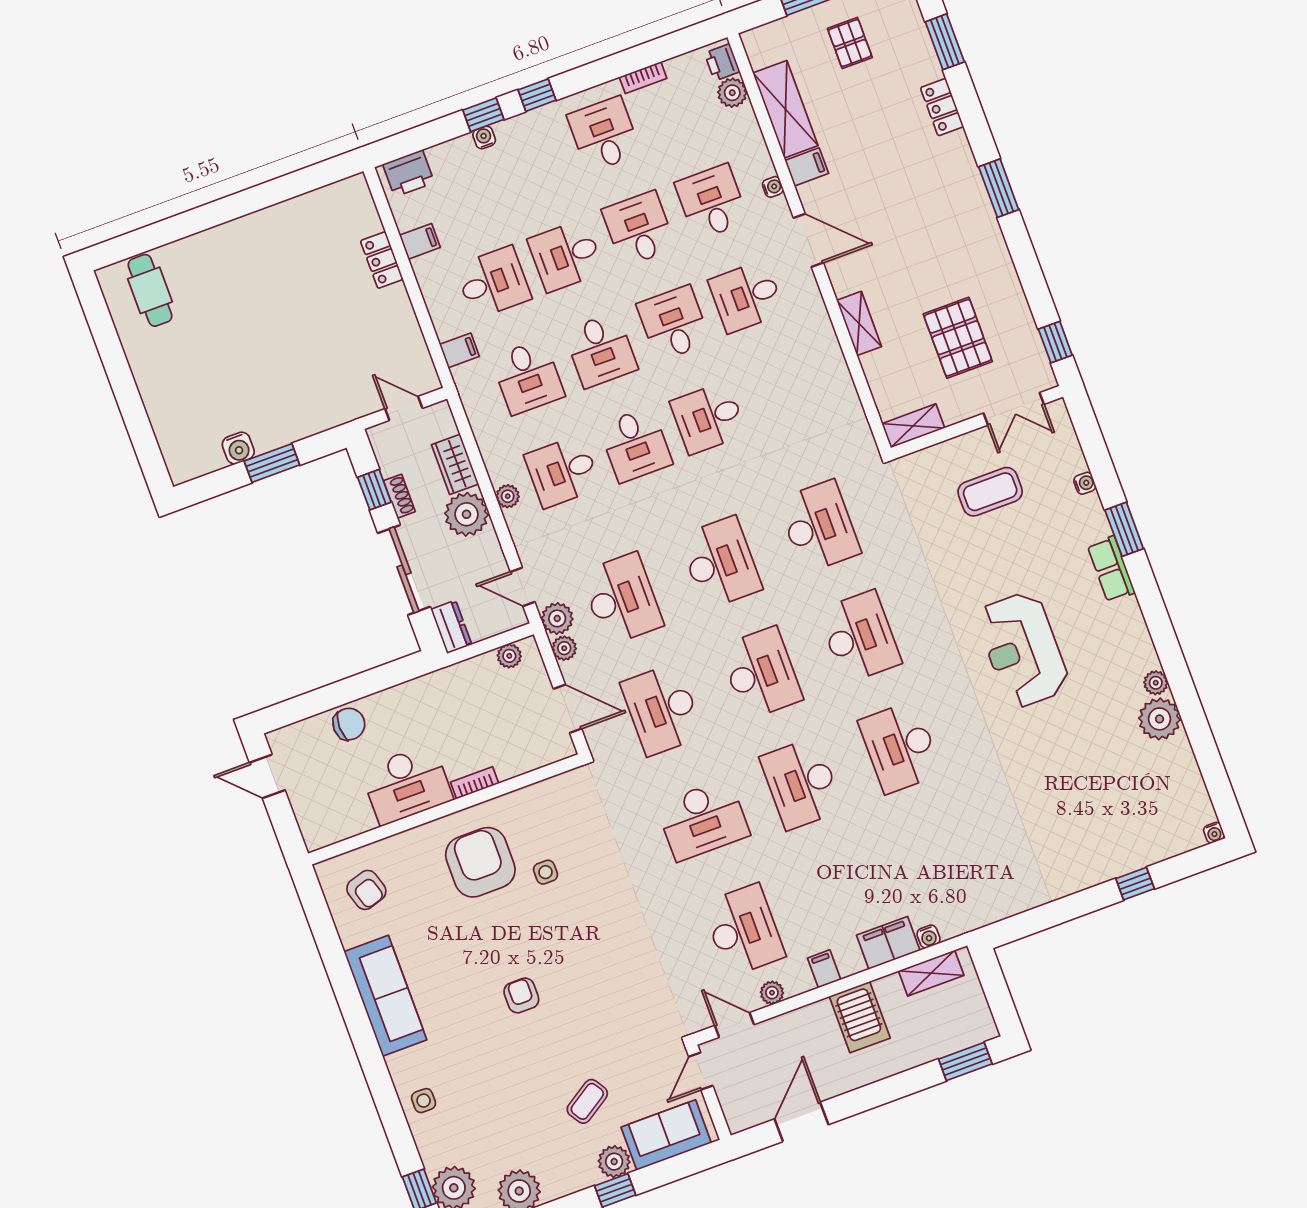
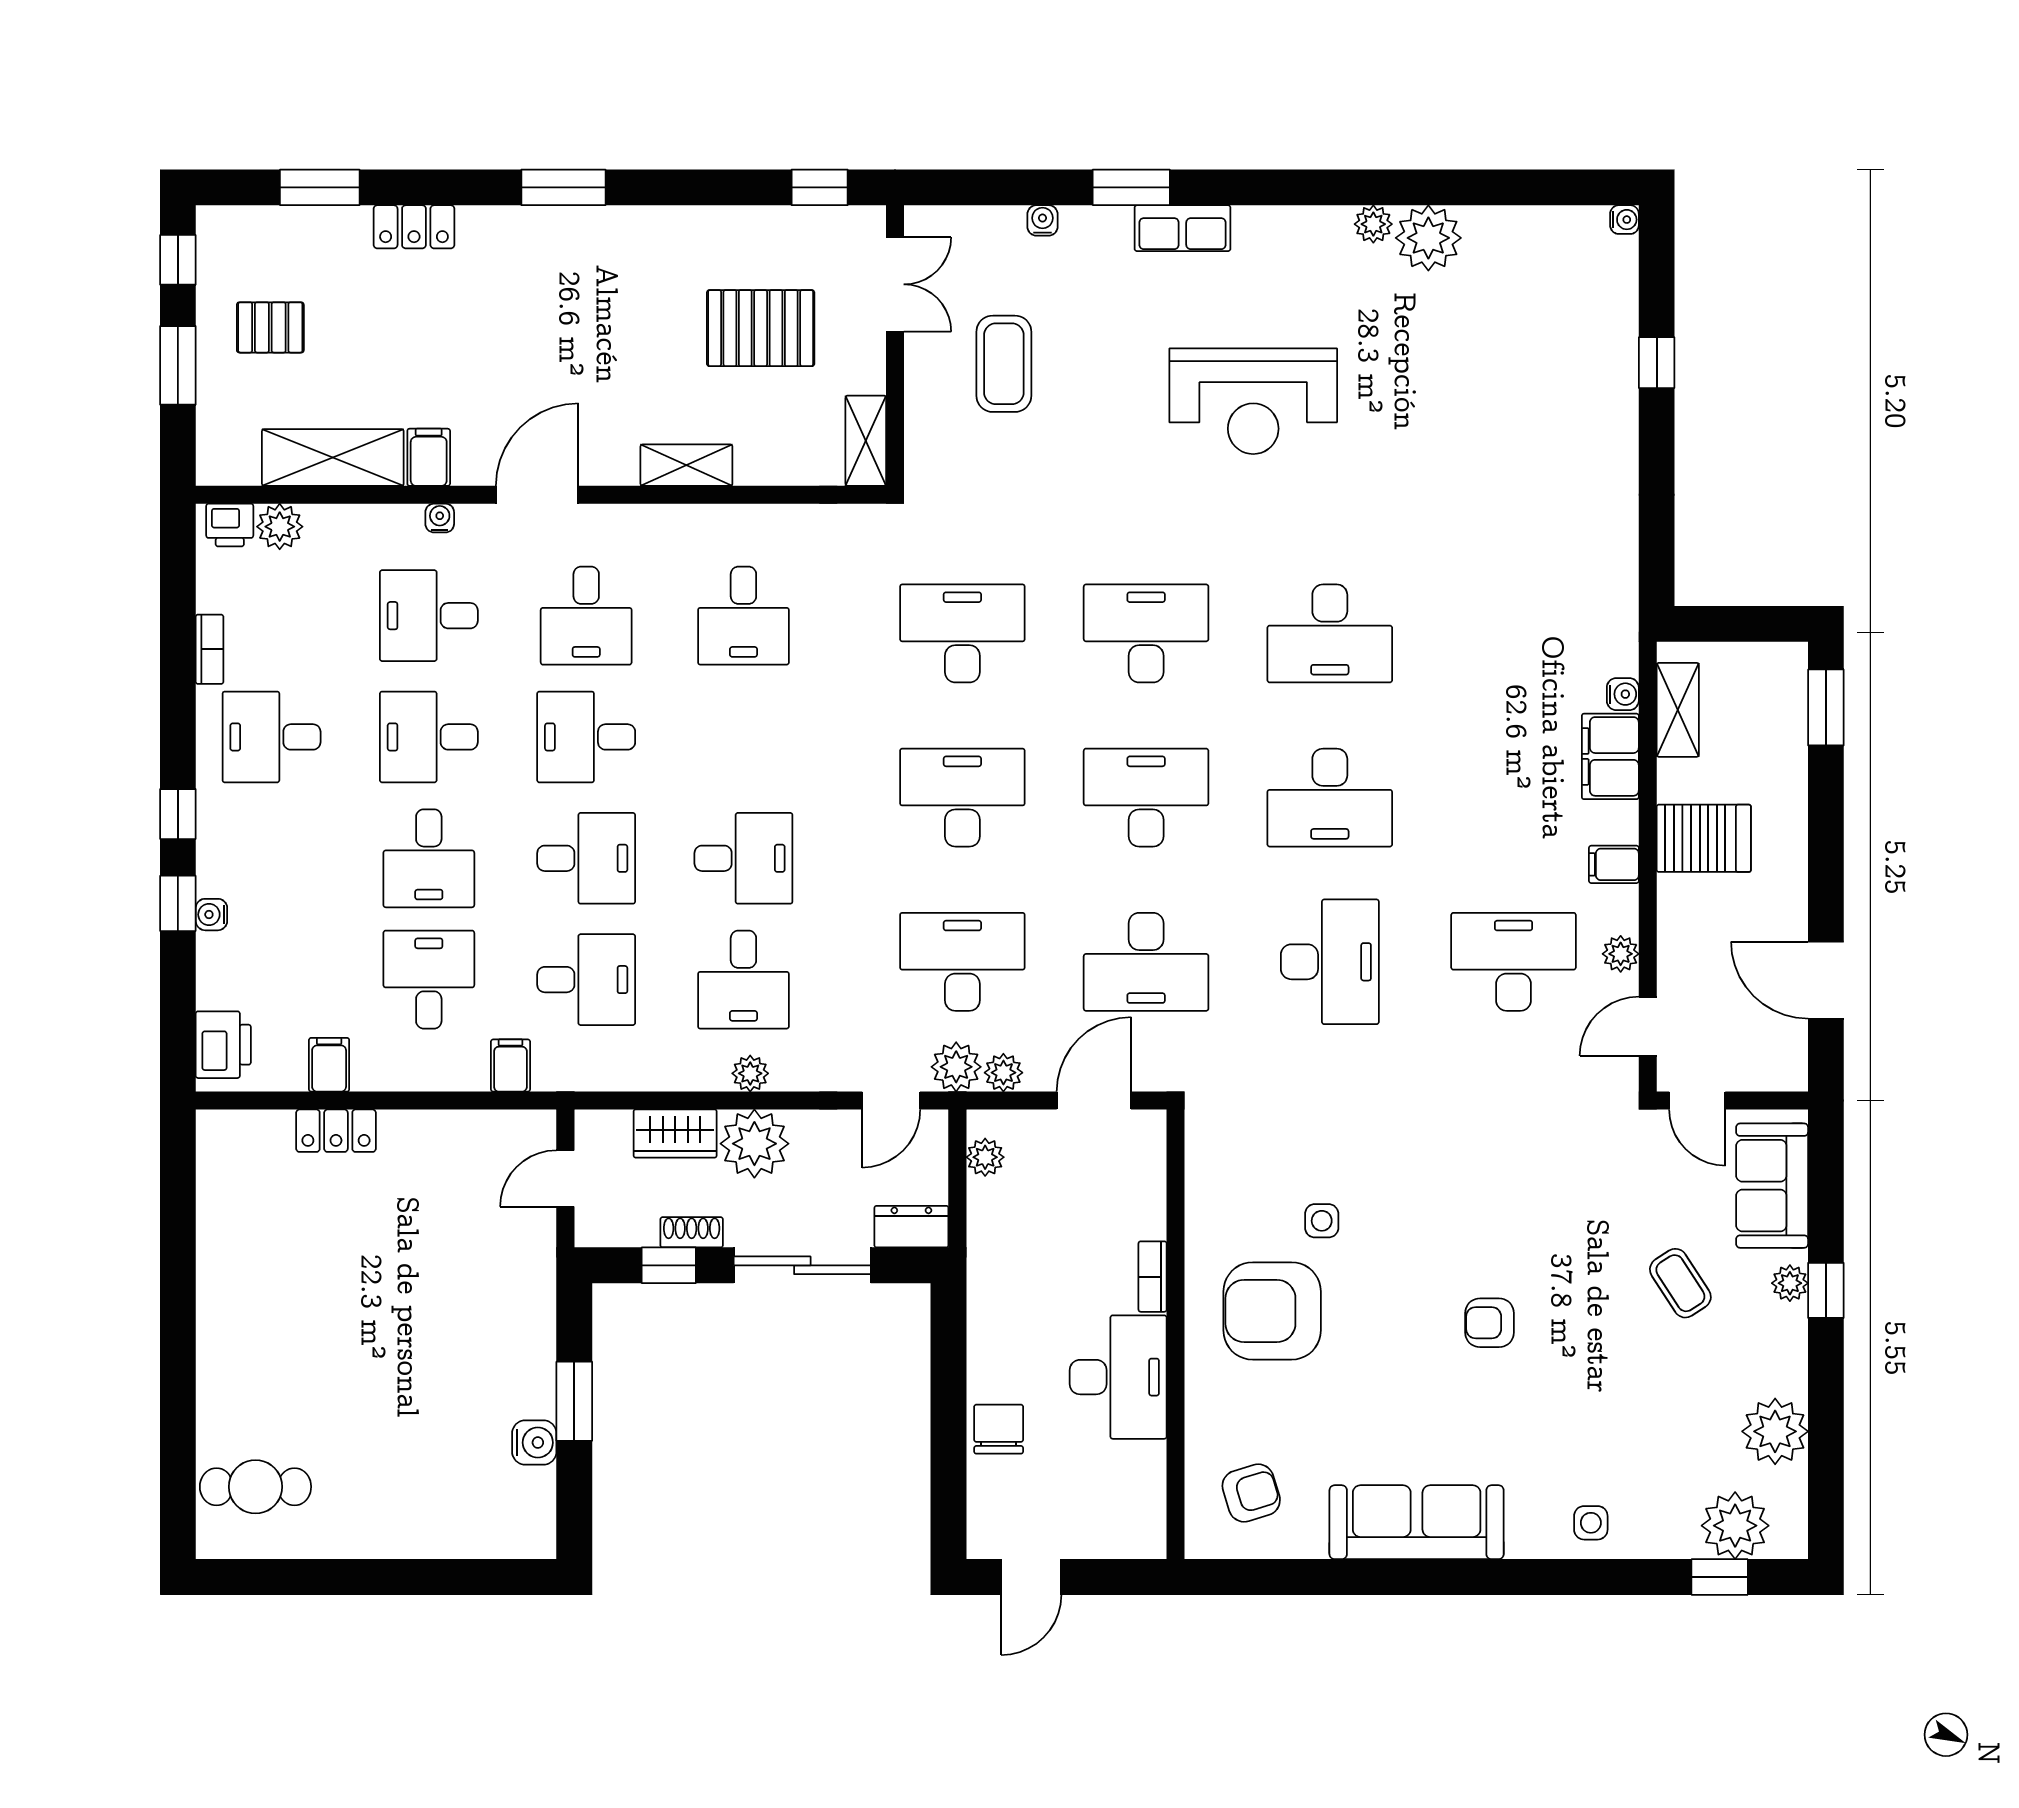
desk: (708, 418) -> (743, 616), moved
plant: (614, 1162) -> (1790, 1283), width x0.73, depth x0.73

